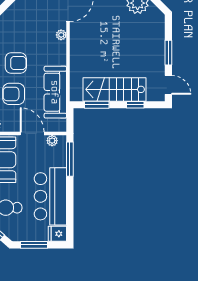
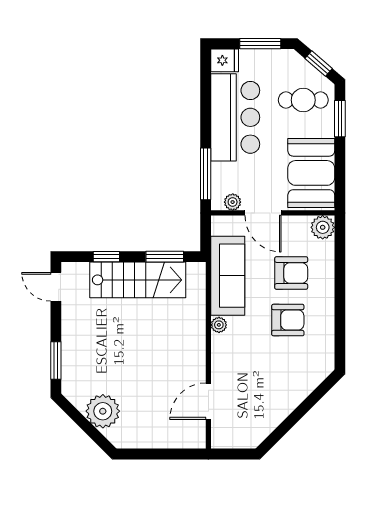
plant: (61, 35) -> (219, 325), moved
window: (168, 53) -> (56, 361), moved
armchair: (16, 63) -> (288, 320), turned 180

